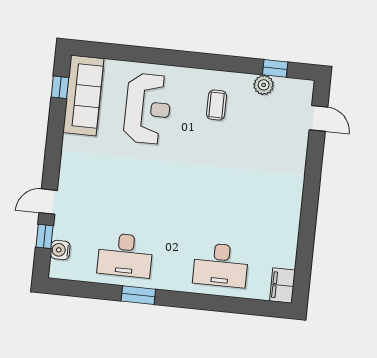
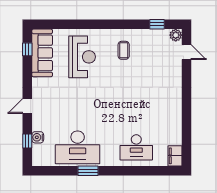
plant: (264, 85) -> (176, 35), moved
door: (48, 202) -> (27, 106), moved
water cooler: (60, 250) -> (38, 137), moved
desk: (125, 255) -> (78, 147), width x1.36, depth x1.30

